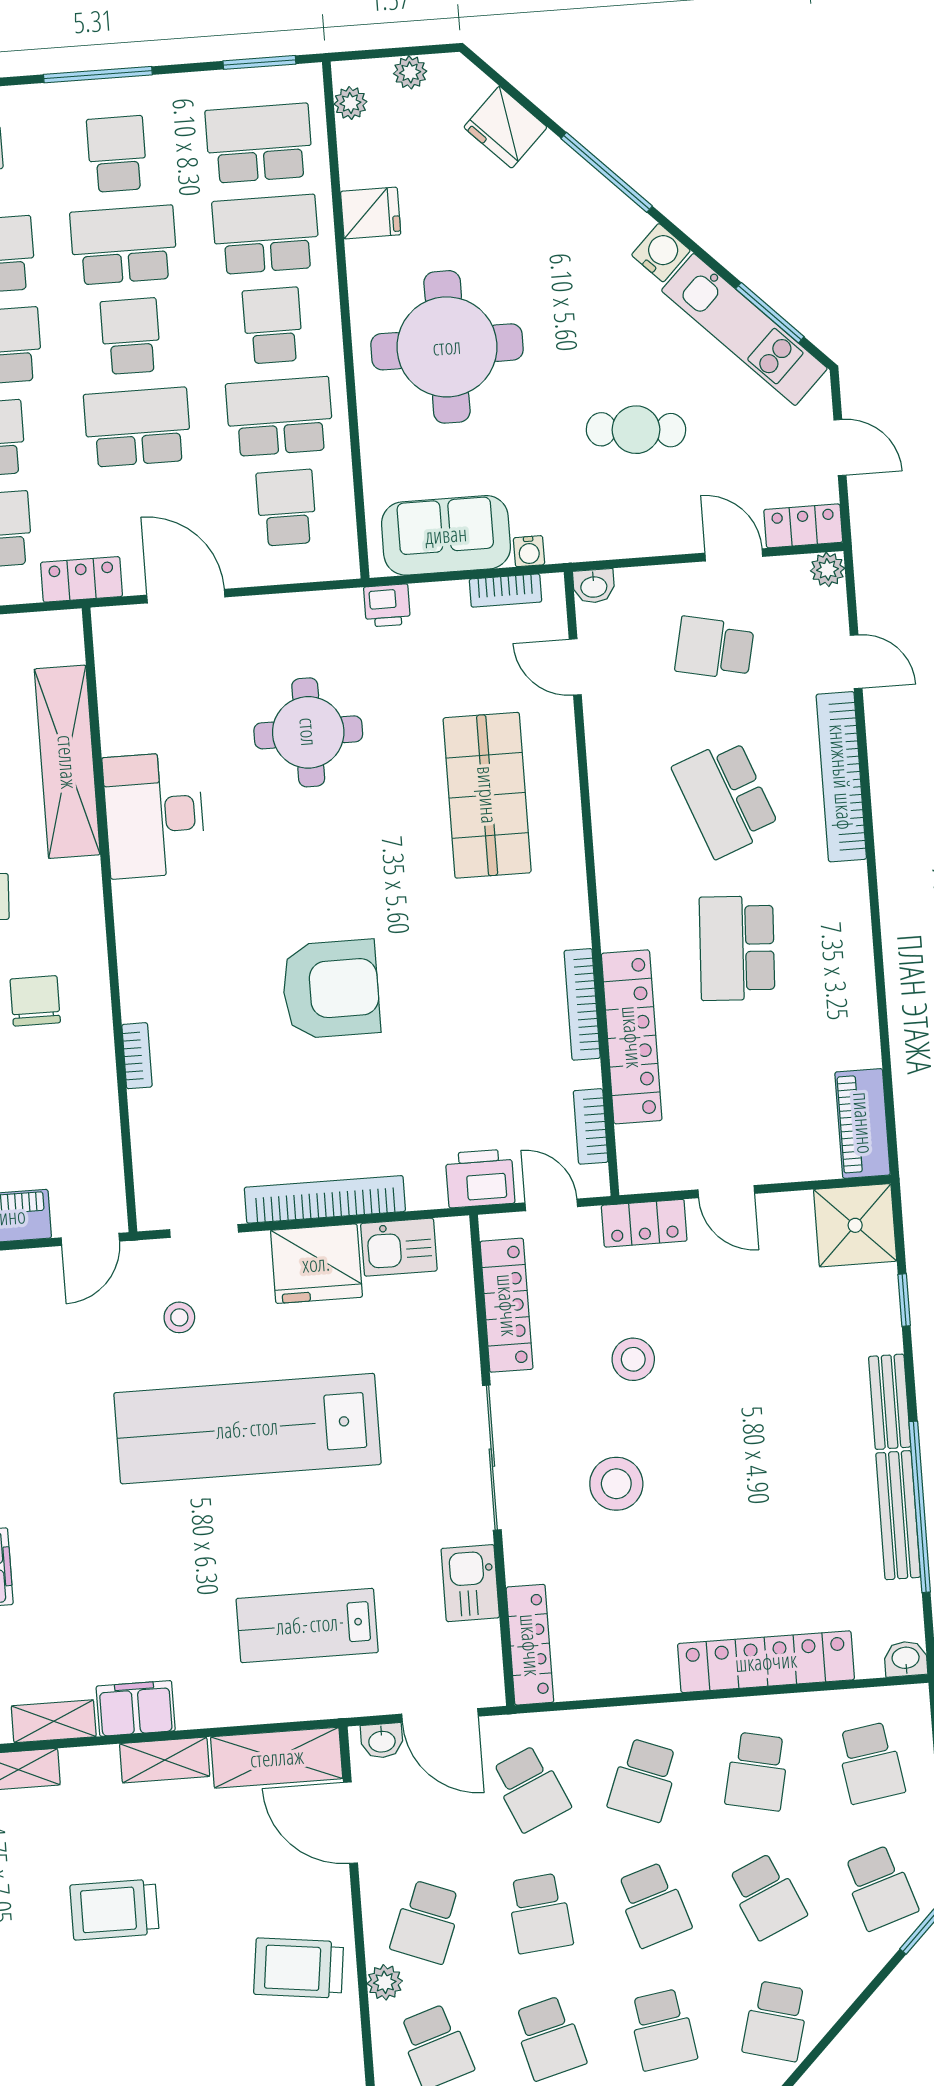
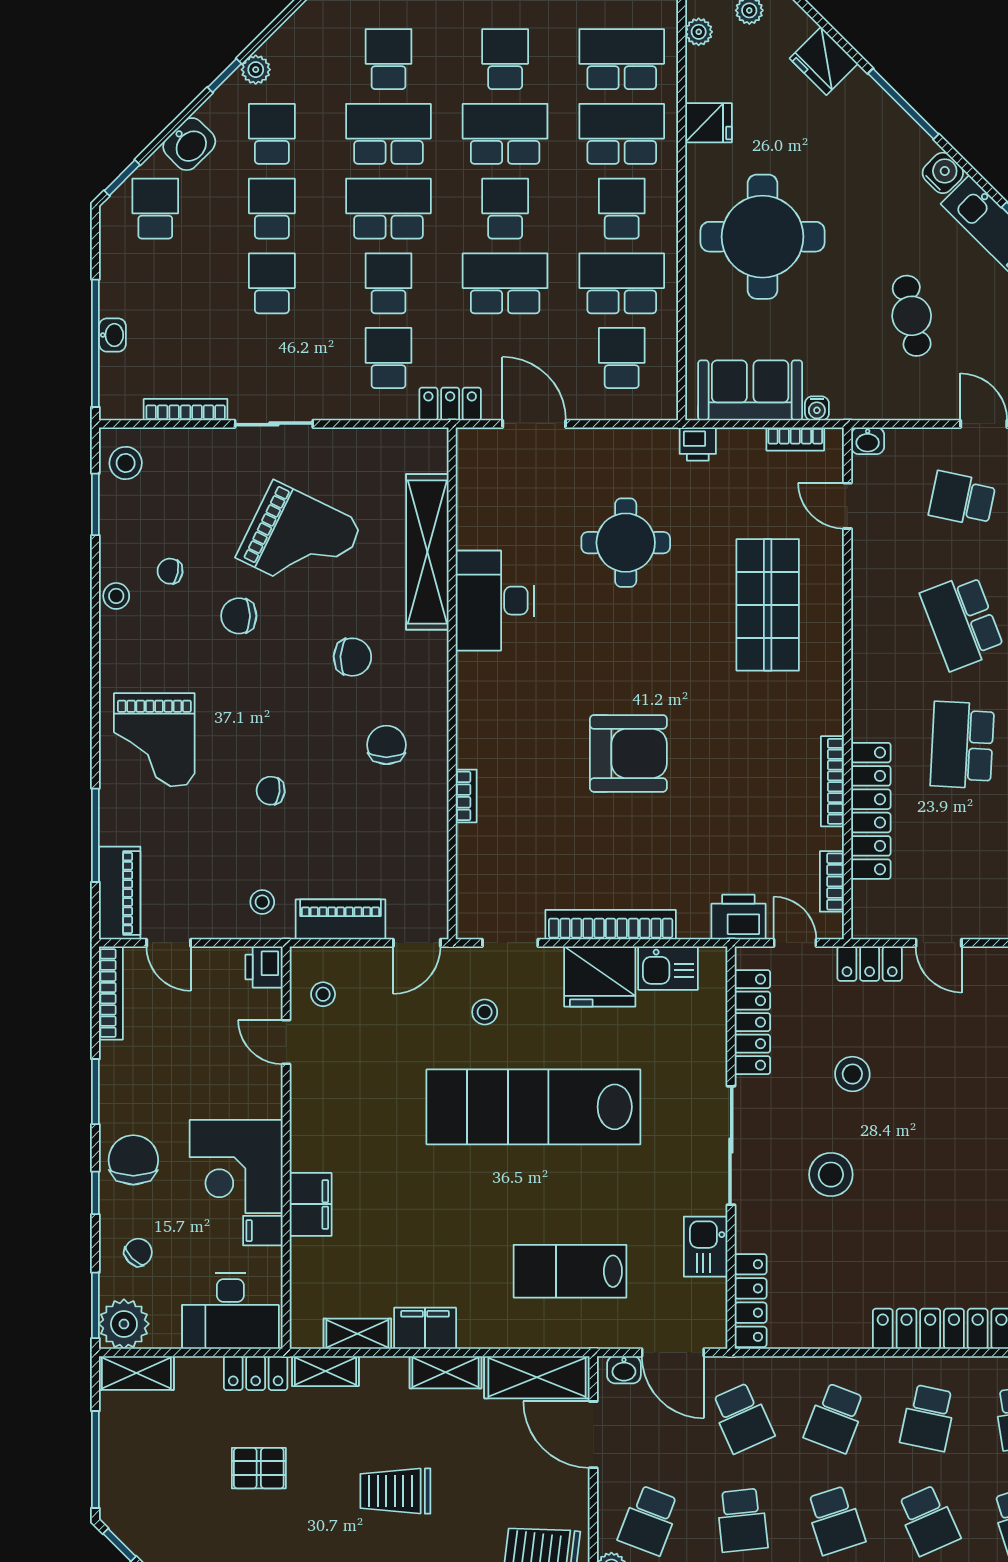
cafe table: (636, 430) -> (912, 316), turned 74

